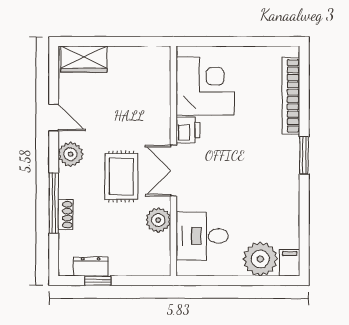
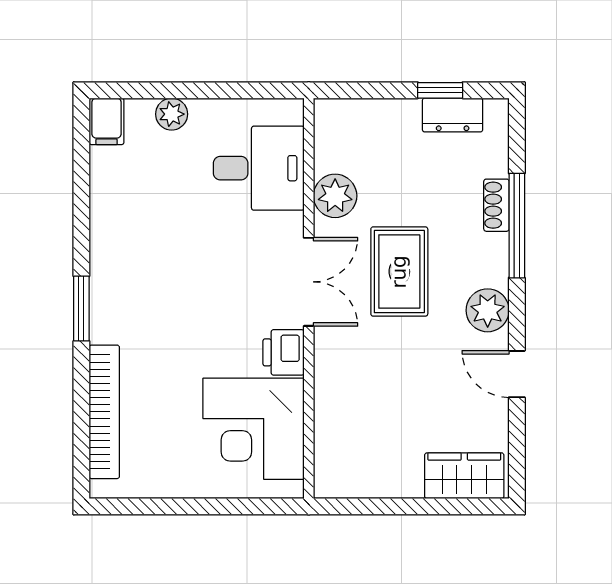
plant: (260, 259) -> (172, 114), width x0.53, depth x0.53

